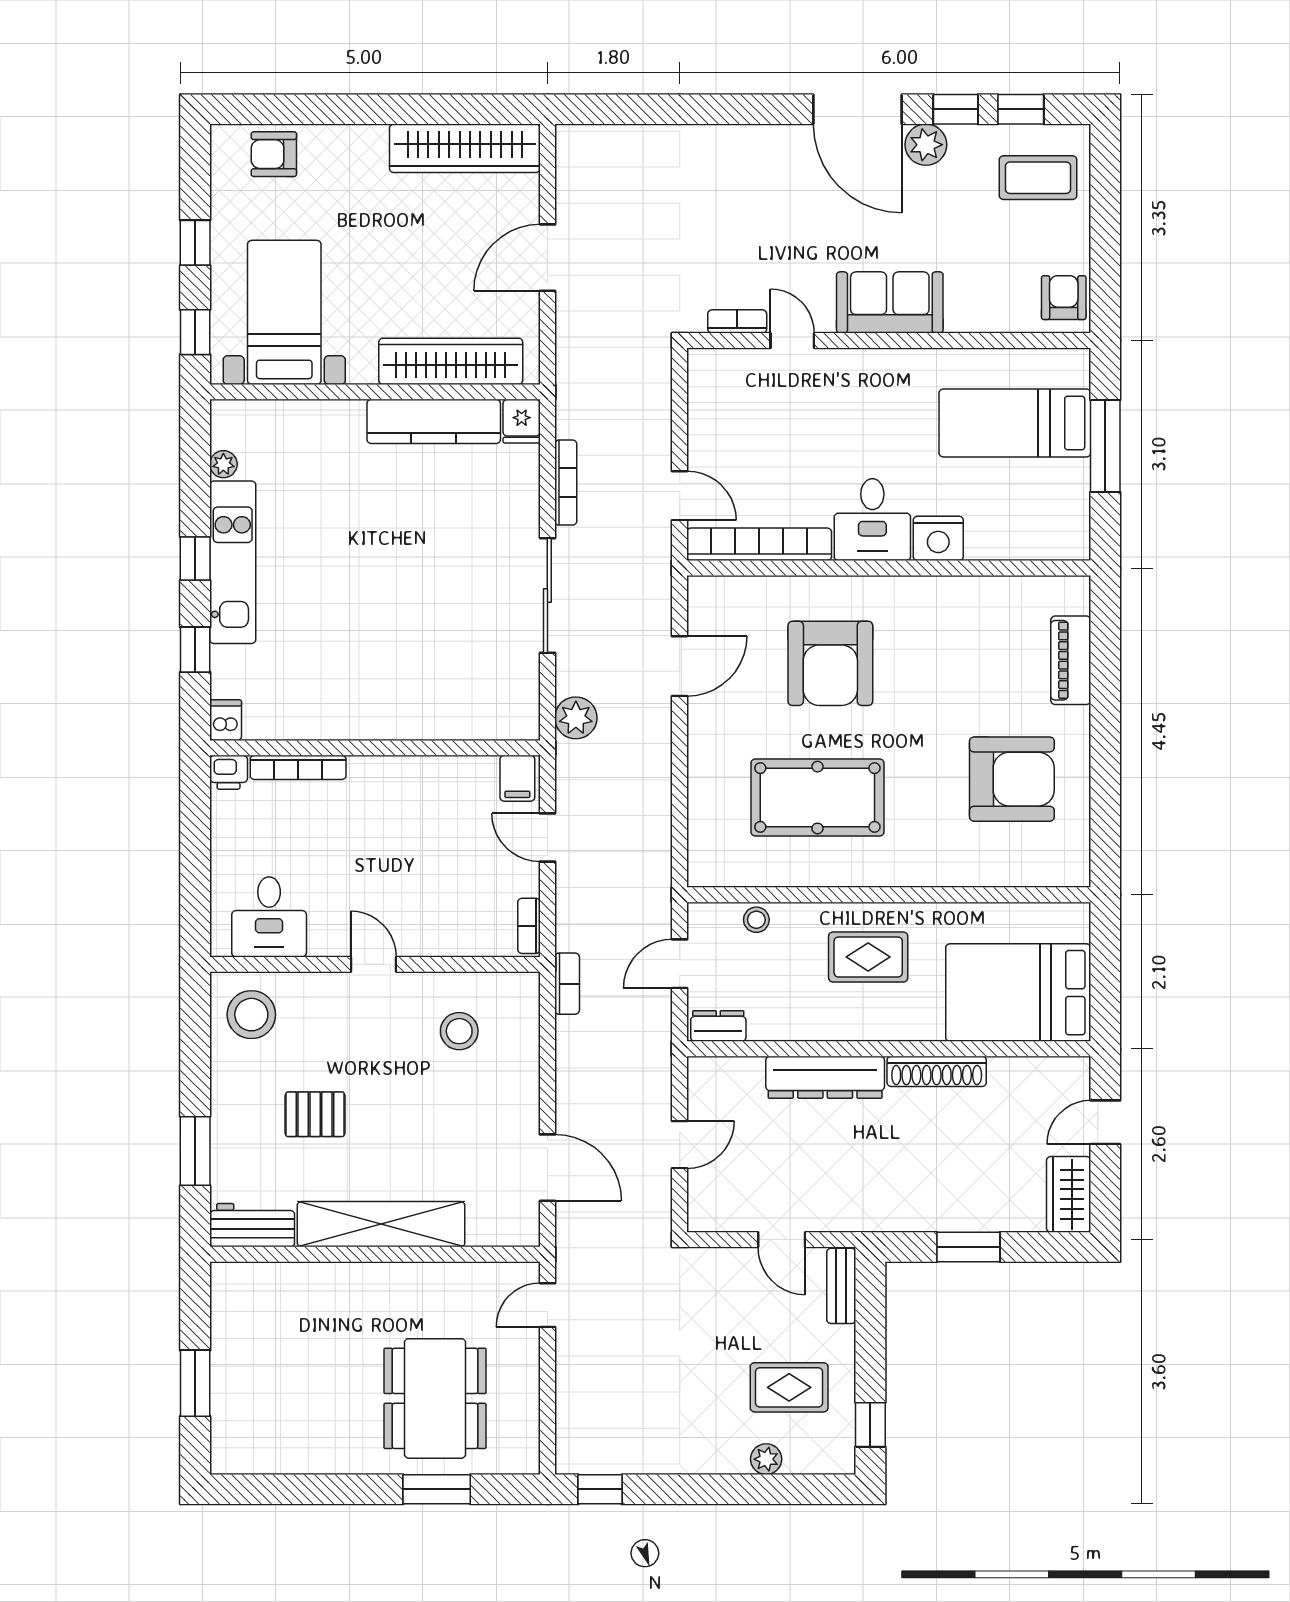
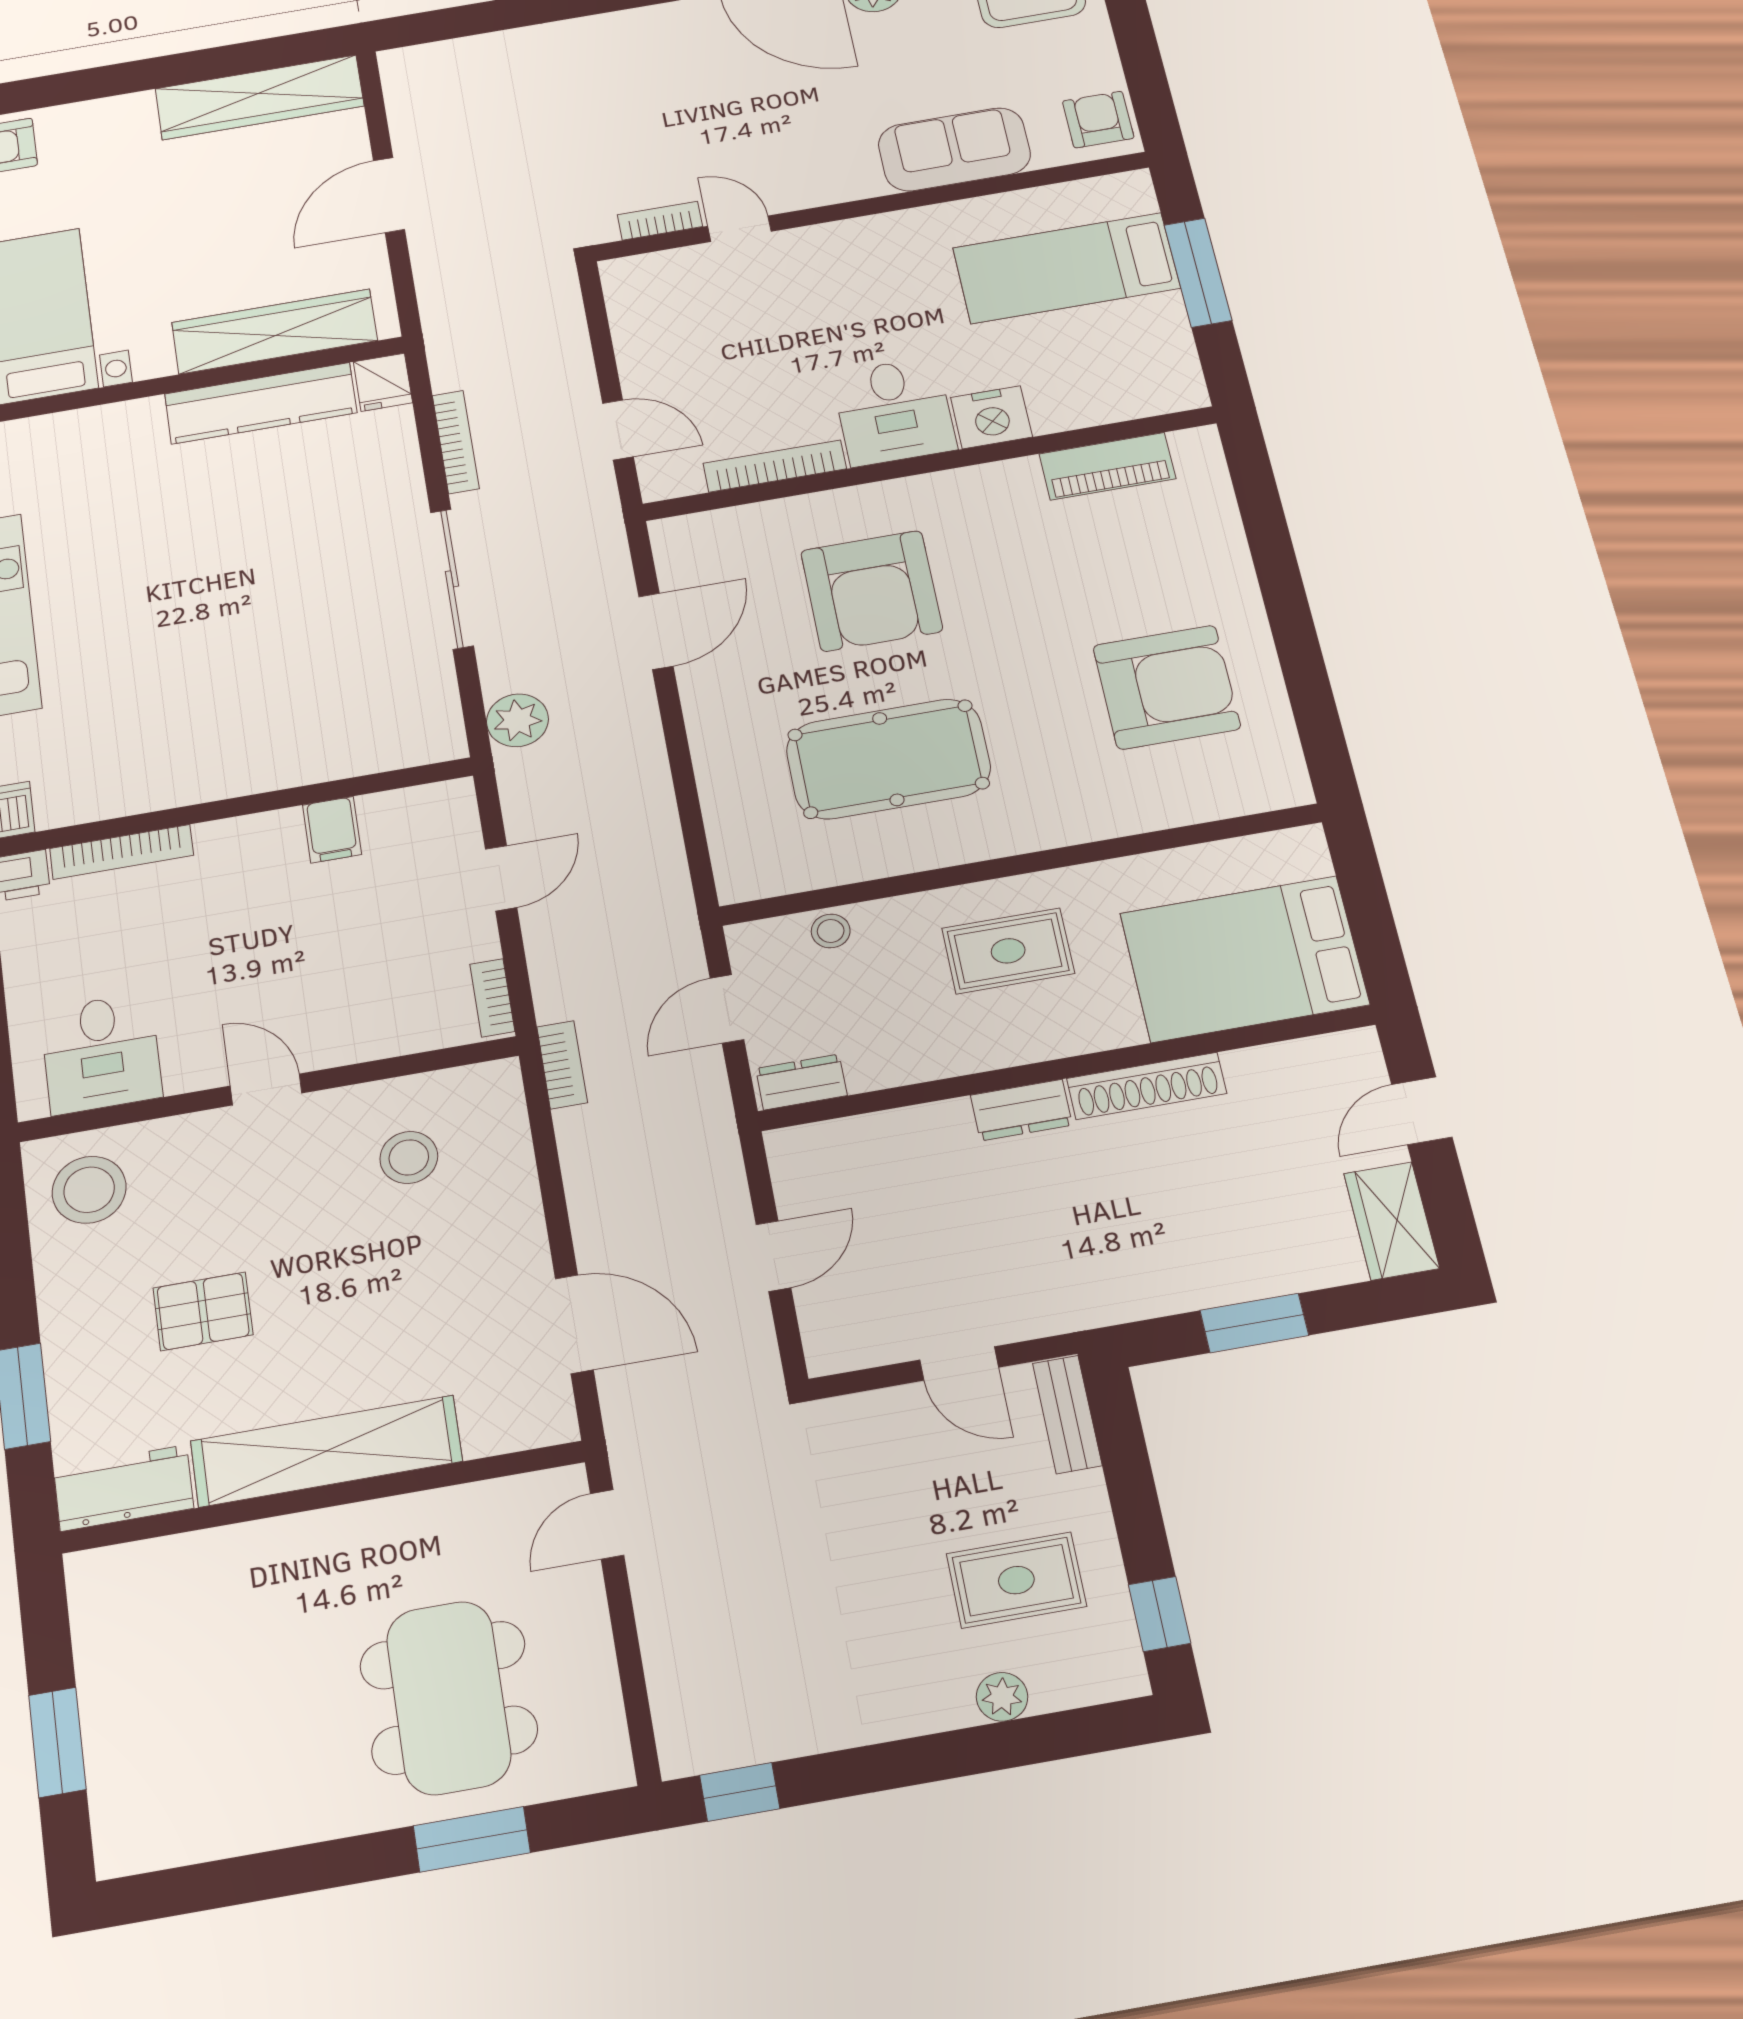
sofa: (890, 302) -> (954, 149), moved
bookcase: (759, 544) -> (775, 466), width x0.68, depth x0.76
piano: (1071, 660) -> (1107, 466), moved, turned -90
filing cabinet: (517, 778) -> (332, 830), moved
door: (547, 838) -> (501, 878), swing flipped
dresser: (825, 1077) -> (1021, 1110), width x0.51, depth x0.80

